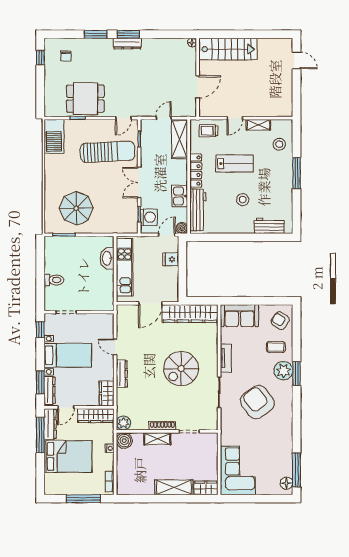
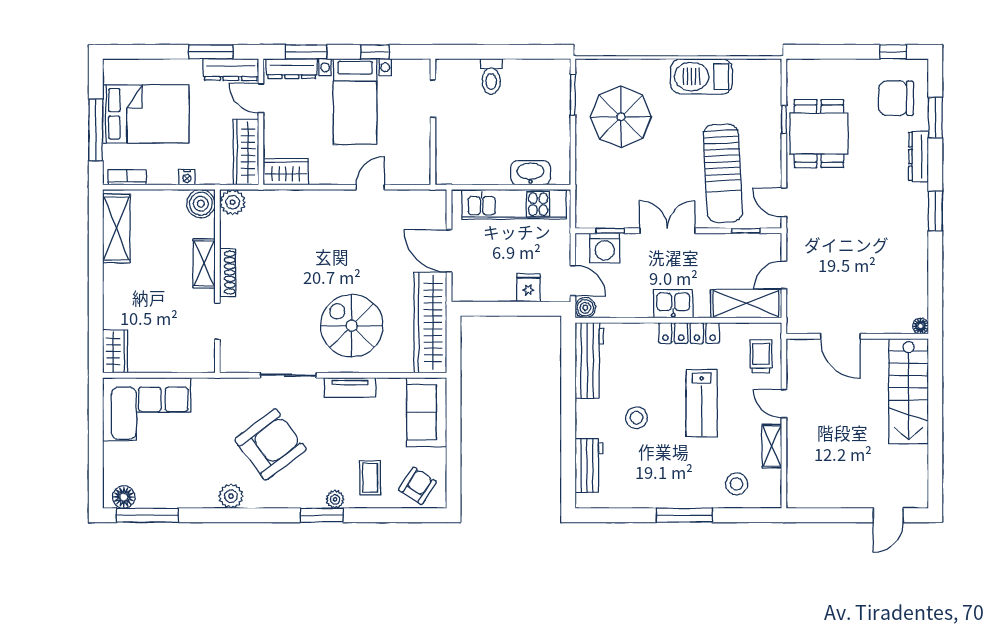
window: (96, 34) -> (935, 118), moved
dresser: (127, 44) -> (919, 157), moved
chair: (66, 56) -> (896, 98), width x1.87, depth x1.87
door: (164, 118) -> (784, 275), swing flipped
barbecue: (54, 136) -> (701, 76), moved
kitchen sink: (180, 196) -> (673, 304), moved
workbench: (198, 210) -> (589, 360), moved, turned -90
window: (40, 330) -> (375, 52), moved
spiral stairs: (181, 369) -> (352, 326), moved
plant: (283, 371) -> (335, 499), width x0.53, depth x0.53
dresser: (122, 374) -> (321, 199), removed
plant: (286, 424) -> (231, 496), added
window: (40, 435) -> (211, 52), width x0.69
bed: (68, 456) -> (146, 114), moved, turned -90
shelving: (174, 487) -> (116, 228), moved

